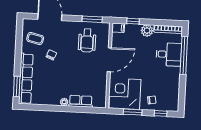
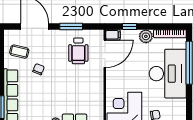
window: (92, 19) -> (71, 26), moved
desk: (169, 54) -> (168, 74), width x1.87, depth x1.30
door: (109, 60) -> (105, 54), moved

